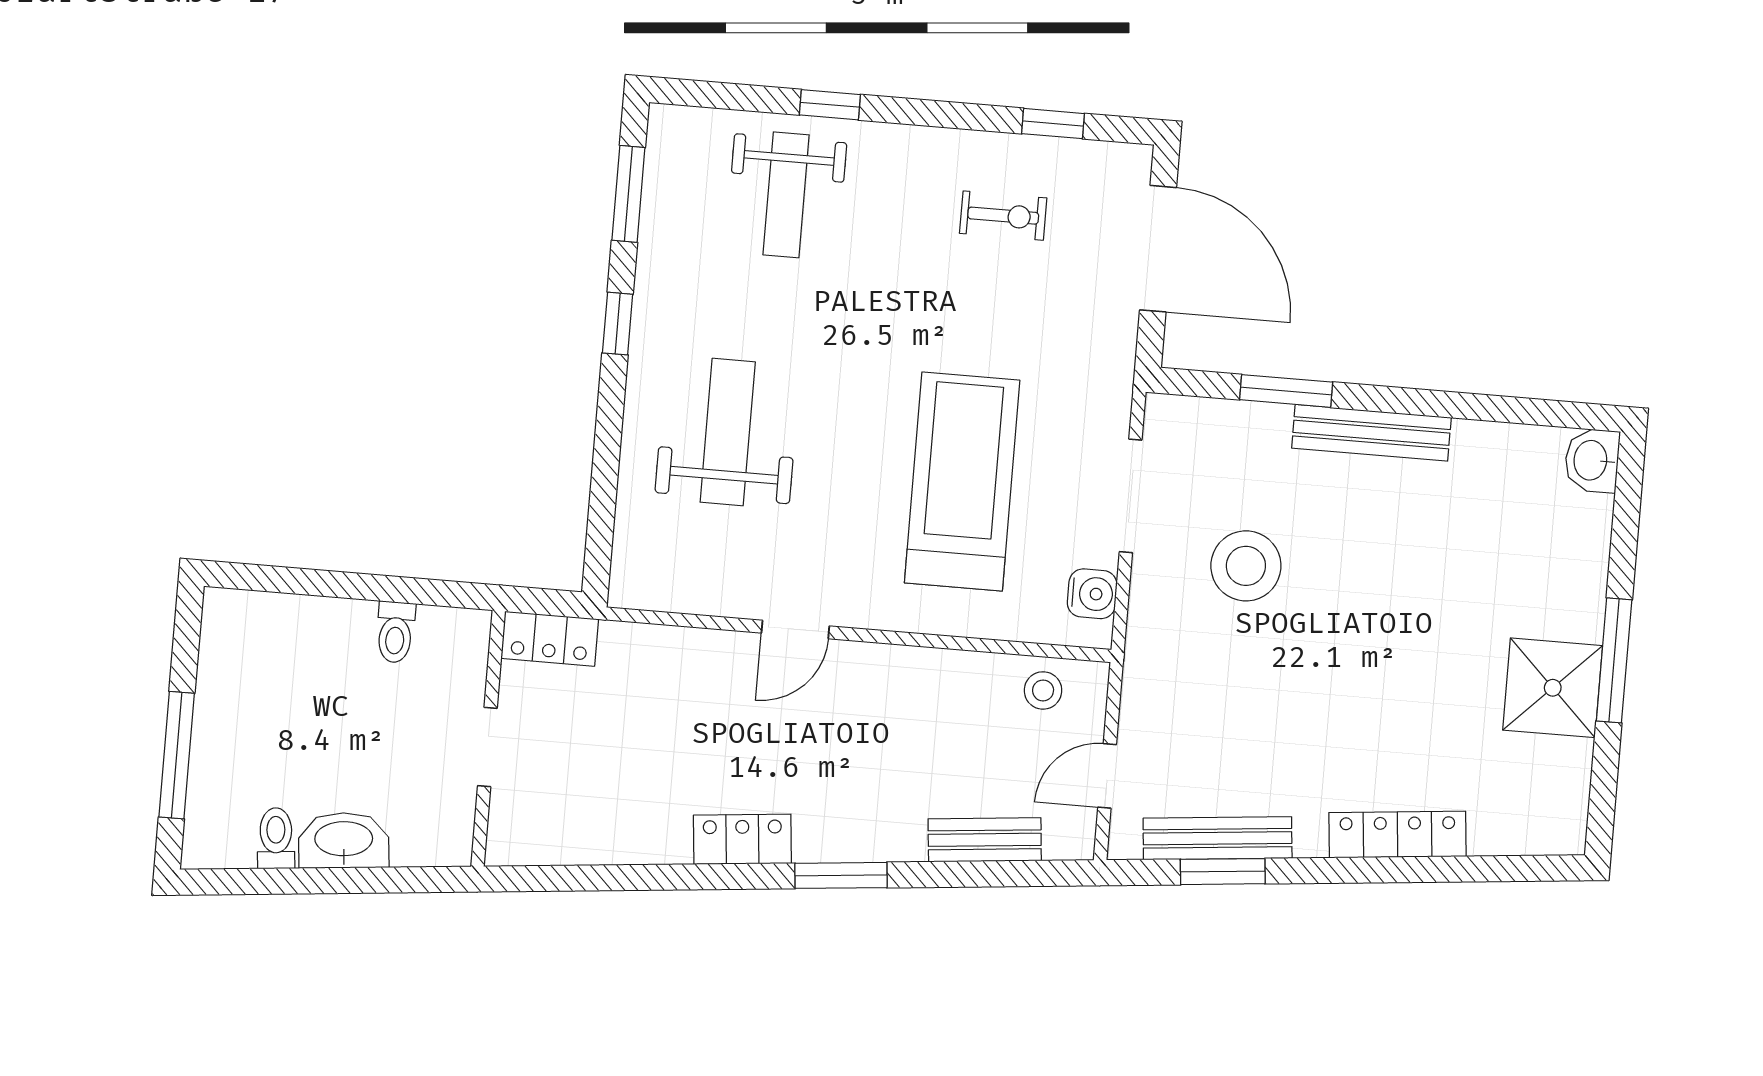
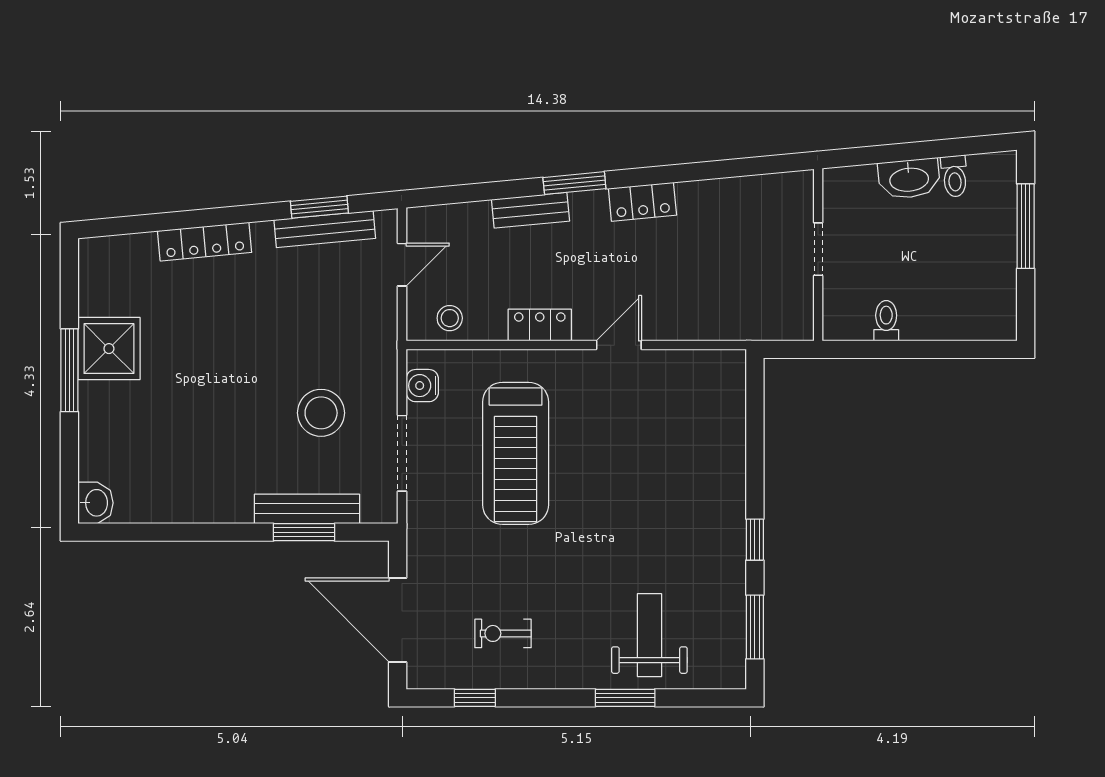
window: (830, 105) -> (625, 698), width x1.50
weight bench: (728, 432) -> (675, 473), removed
bench: (1371, 433) -> (307, 509), moved
locker: (550, 639) -> (540, 325), moved
bench: (985, 840) -> (531, 210), moved

